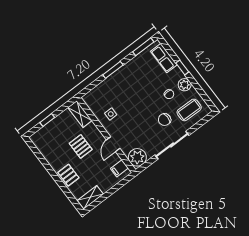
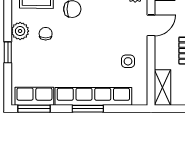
row of seats: (164, 58) -> (34, 96), moved, turned -90
row of seats: (115, 79) -> (93, 96), added

